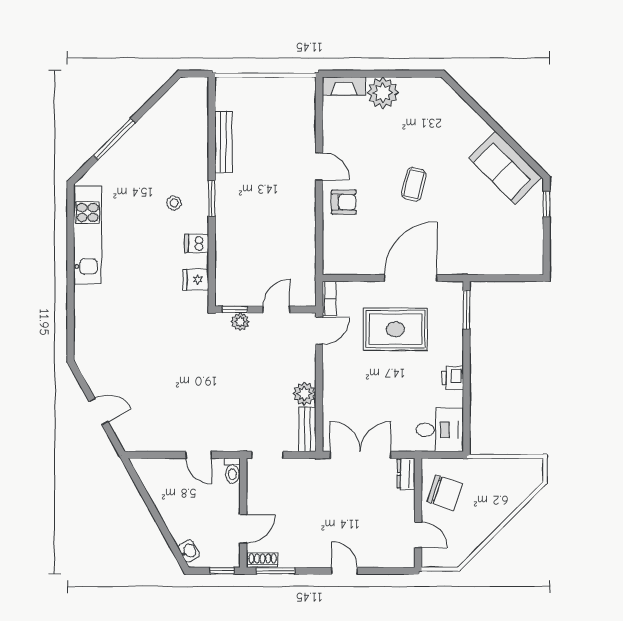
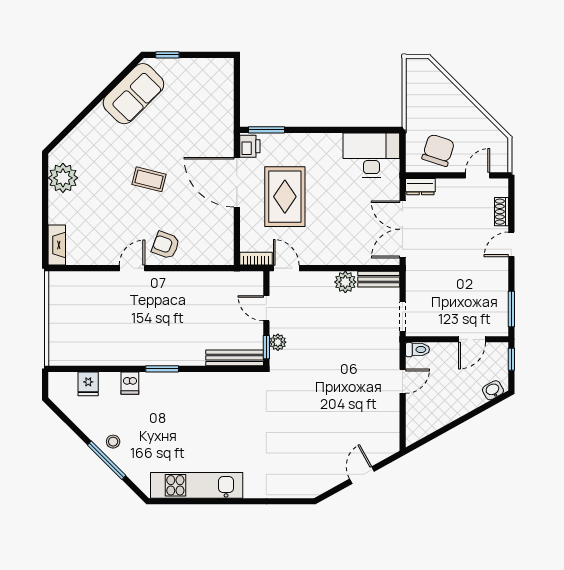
plant: (383, 93) -> (63, 178), moved
bench: (223, 142) -> (235, 358), moved
armchair: (344, 202) -> (166, 245), turned -70
stool: (174, 203) -> (113, 442), moved
dishwasher: (197, 243) -> (130, 383), moved
fridge: (196, 280) -> (88, 384), moved
printer: (453, 378) -> (250, 146), moved, turned -90
desk: (440, 430) -> (371, 155), width x1.37
door: (243, 529) -> (472, 339), swing flipped
shoe rack: (263, 560) -> (501, 212), moved

